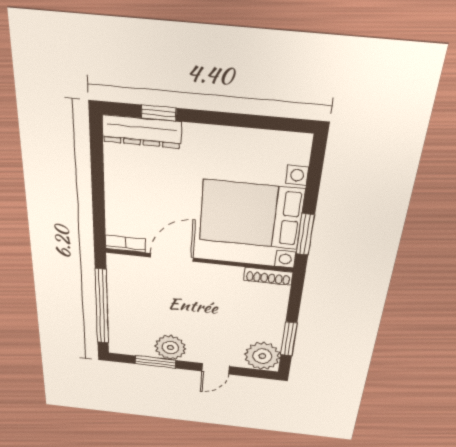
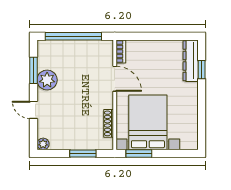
shoe rack: (268, 276) -> (109, 123), moved
window: (289, 339) -> (83, 154), moved
plant: (262, 356) -> (43, 144), width x0.53, depth x0.53

